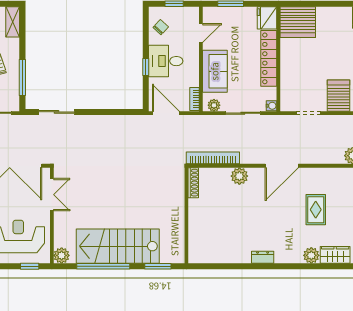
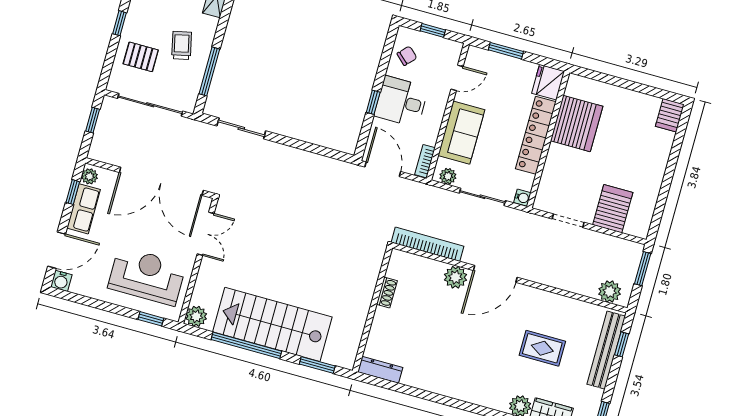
server rack: (298, 22) -> (577, 124), moved, turned -90
door: (282, 166) -> (495, 274), moved
shoe rack: (193, 183) -> (387, 292), moved, width x0.70
rug: (316, 210) -> (542, 348), turned 90
dresser: (263, 257) -> (380, 370), moved, width x1.44

